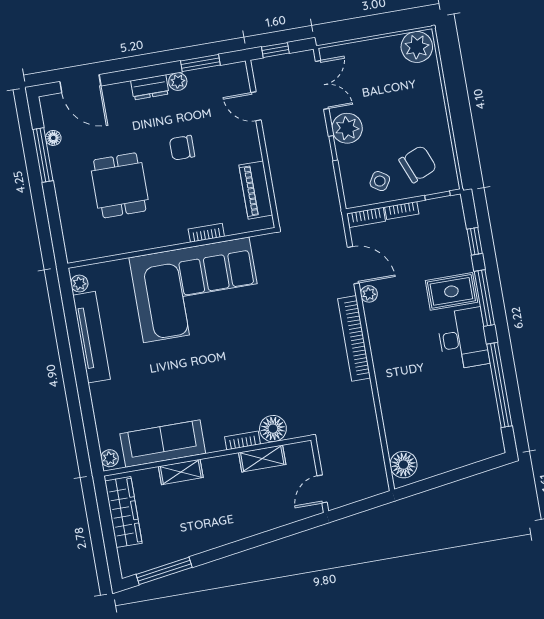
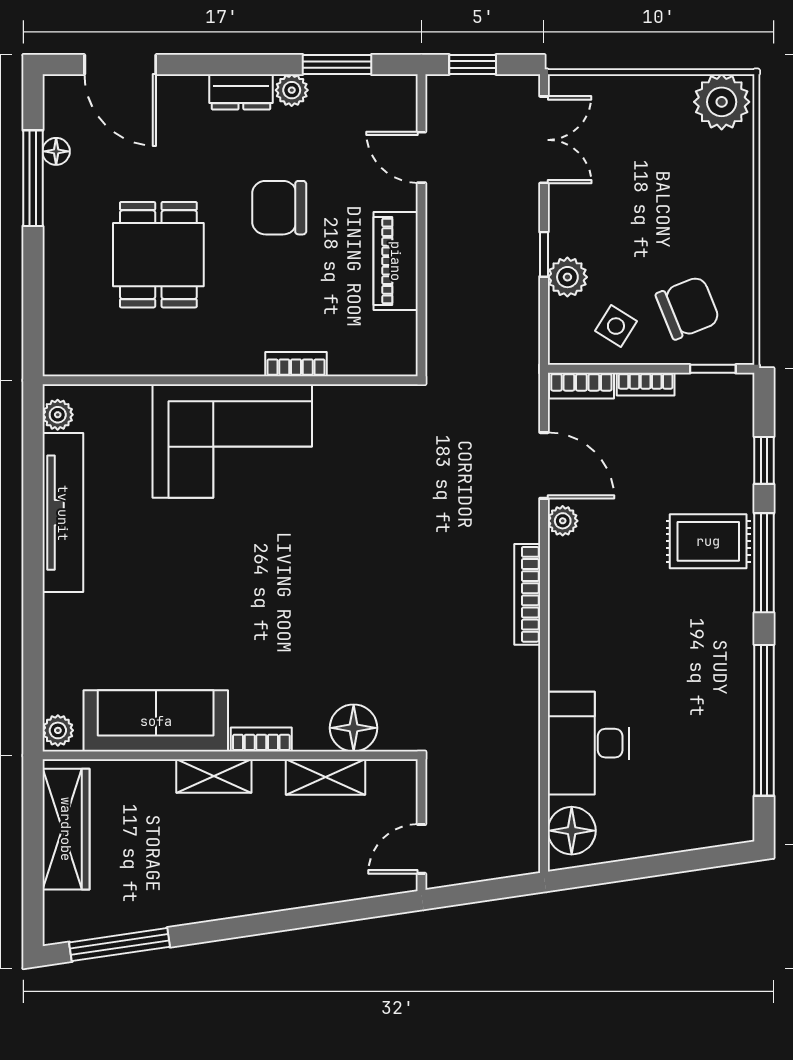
plant: (347, 128) -> (567, 277), moved, width x0.73, depth x0.73
chair: (182, 148) -> (279, 208), width x1.37, depth x1.37
piano: (256, 190) -> (396, 261), moved
corner sofa: (196, 290) -> (232, 441), width x0.73, depth x0.74
bookcase: (354, 338) -> (527, 594), width x0.68, depth x0.76
desk: (463, 339) -> (588, 743), moved, turned 180
bookcase: (242, 440) -> (261, 739), moved
shelving: (181, 472) -> (214, 776), moved

